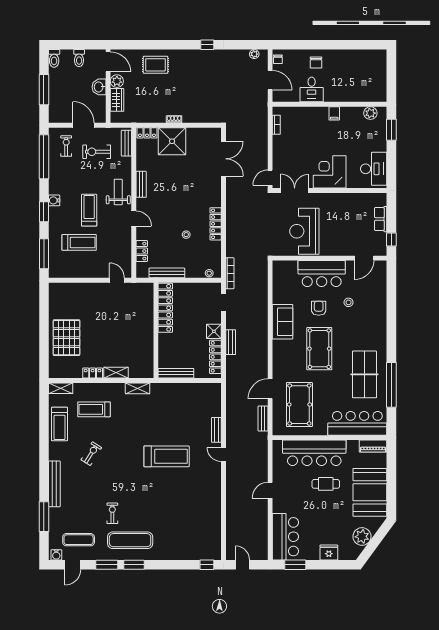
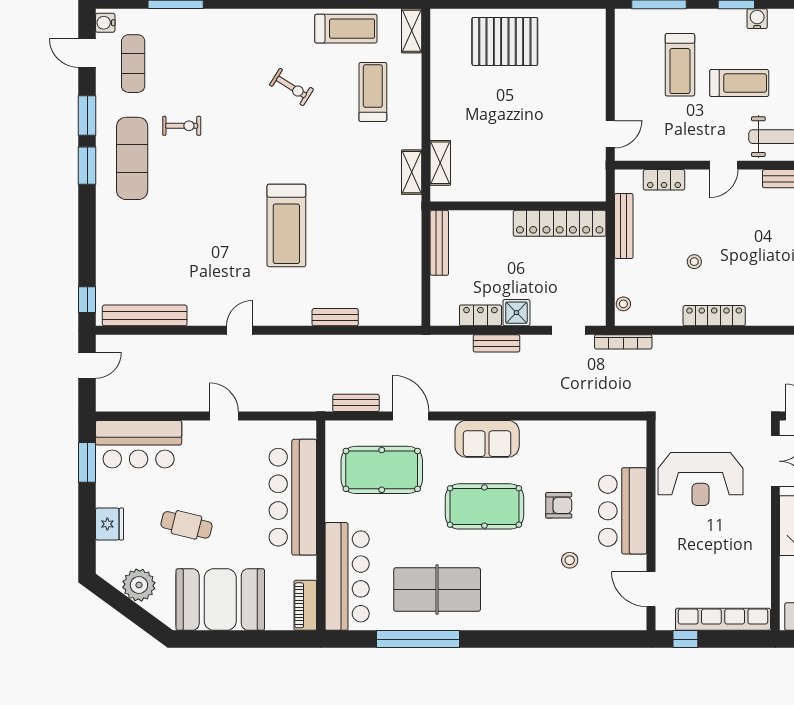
row of seats: (381, 219) -> (723, 619), width x2.02
reception desk: (304, 231) -> (700, 479), turned 180
sofa: (283, 322) -> (487, 439), moved
locker: (215, 357) -> (480, 315), width x0.66
locker: (93, 373) -> (440, 89), removed
shelving: (116, 373) -> (440, 163), moved
treadmill: (60, 424) -> (346, 29), turned 180
door: (223, 455) -> (239, 330), moved
bench: (54, 484) -> (145, 315), moved
cafe table: (326, 484) -> (186, 525), moved, turned -76

